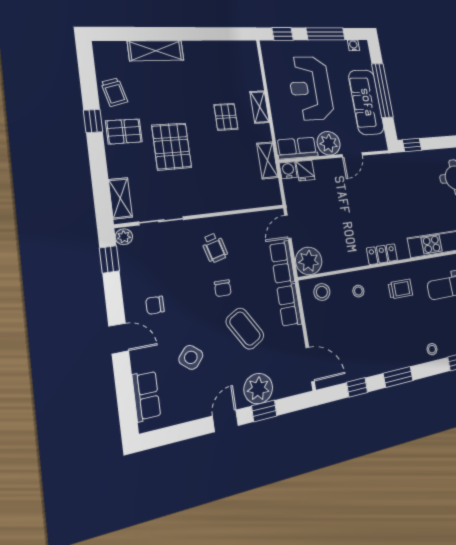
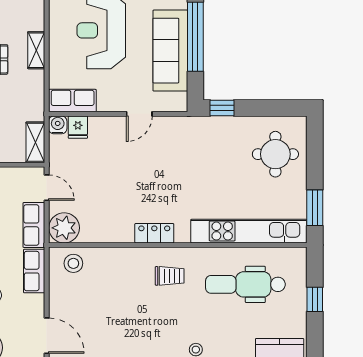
plant: (329, 143) -> (112, 98), removed
shelving: (267, 160) -> (35, 142), moved
door: (288, 227) -> (47, 188), swing flipped
stool: (358, 291) -> (117, 270), removed

